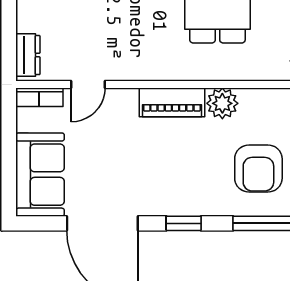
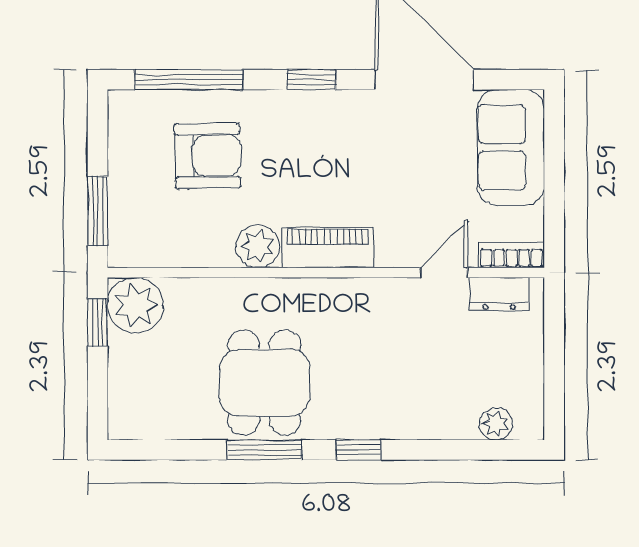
dresser: (28, 55) -> (499, 294), moved, turned -90
armchair: (258, 169) -> (207, 156), turned 89

